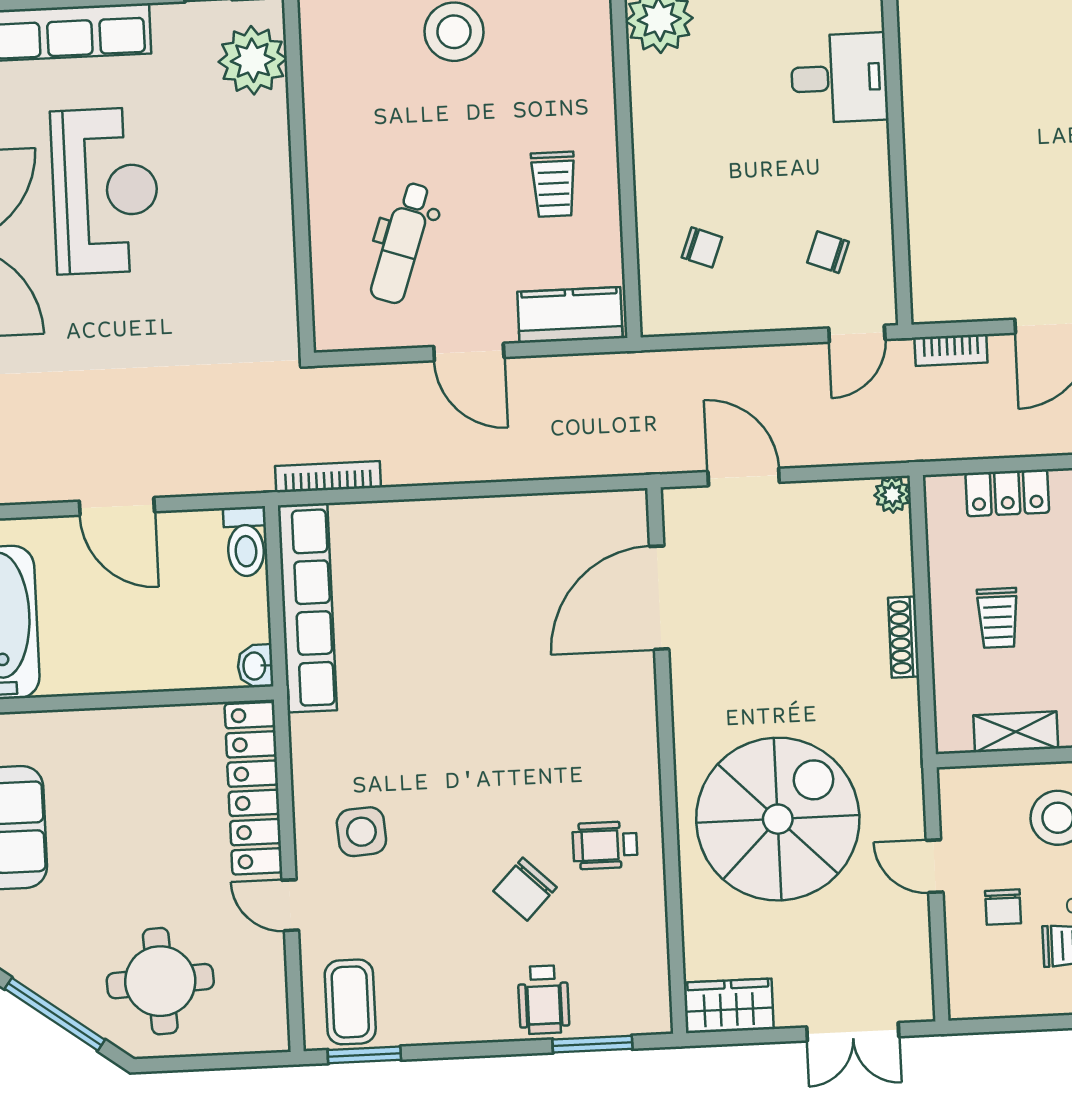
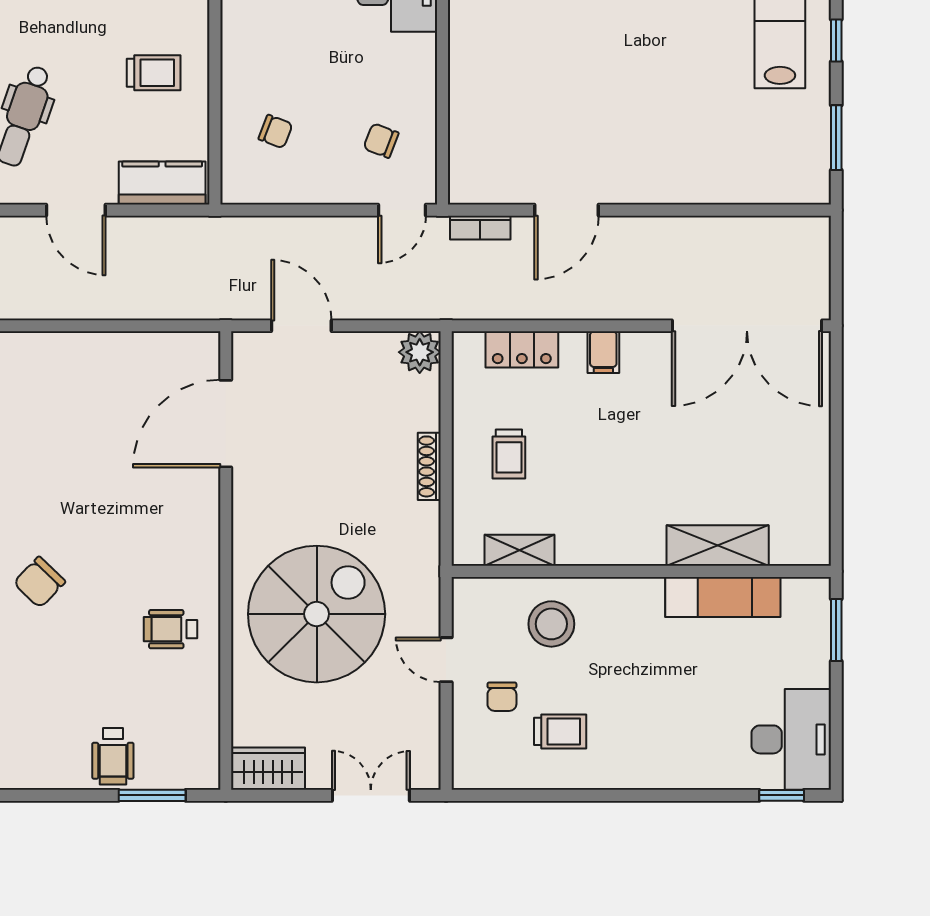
trolley: (554, 184) -> (154, 73), turned -90
plant: (892, 495) -> (420, 352), width x1.38, depth x1.38
chair: (525, 889) -> (39, 582), moved
double door: (853, 1032) -> (371, 795), swing flipped

